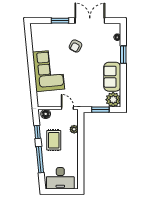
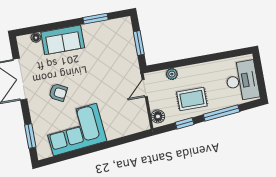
window: (60, 21) -> (30, 136), moved
window: (123, 55) -> (95, 19), moved
corner sofa: (49, 71) -> (75, 130), moved
sofa: (112, 77) -> (63, 40), moved
plant: (113, 100) -> (122, 28), removed

